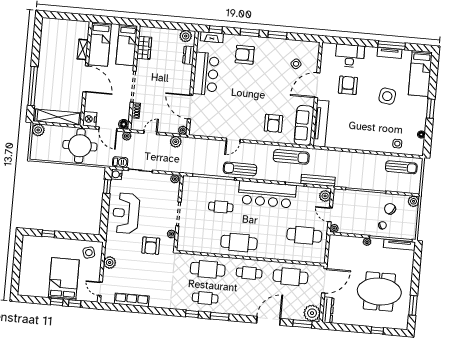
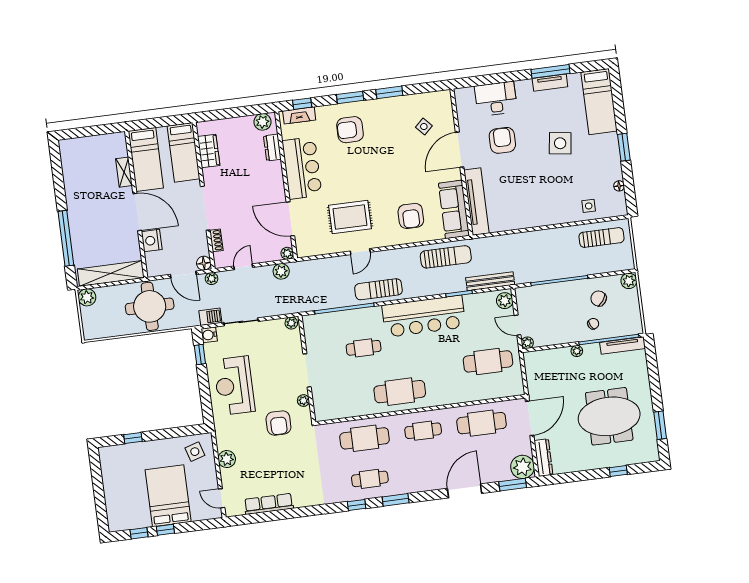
rug: (231, 115) -> (350, 217), added
nightstand: (90, 119) -> (152, 241), moved
window: (75, 303) -> (139, 533), moved

